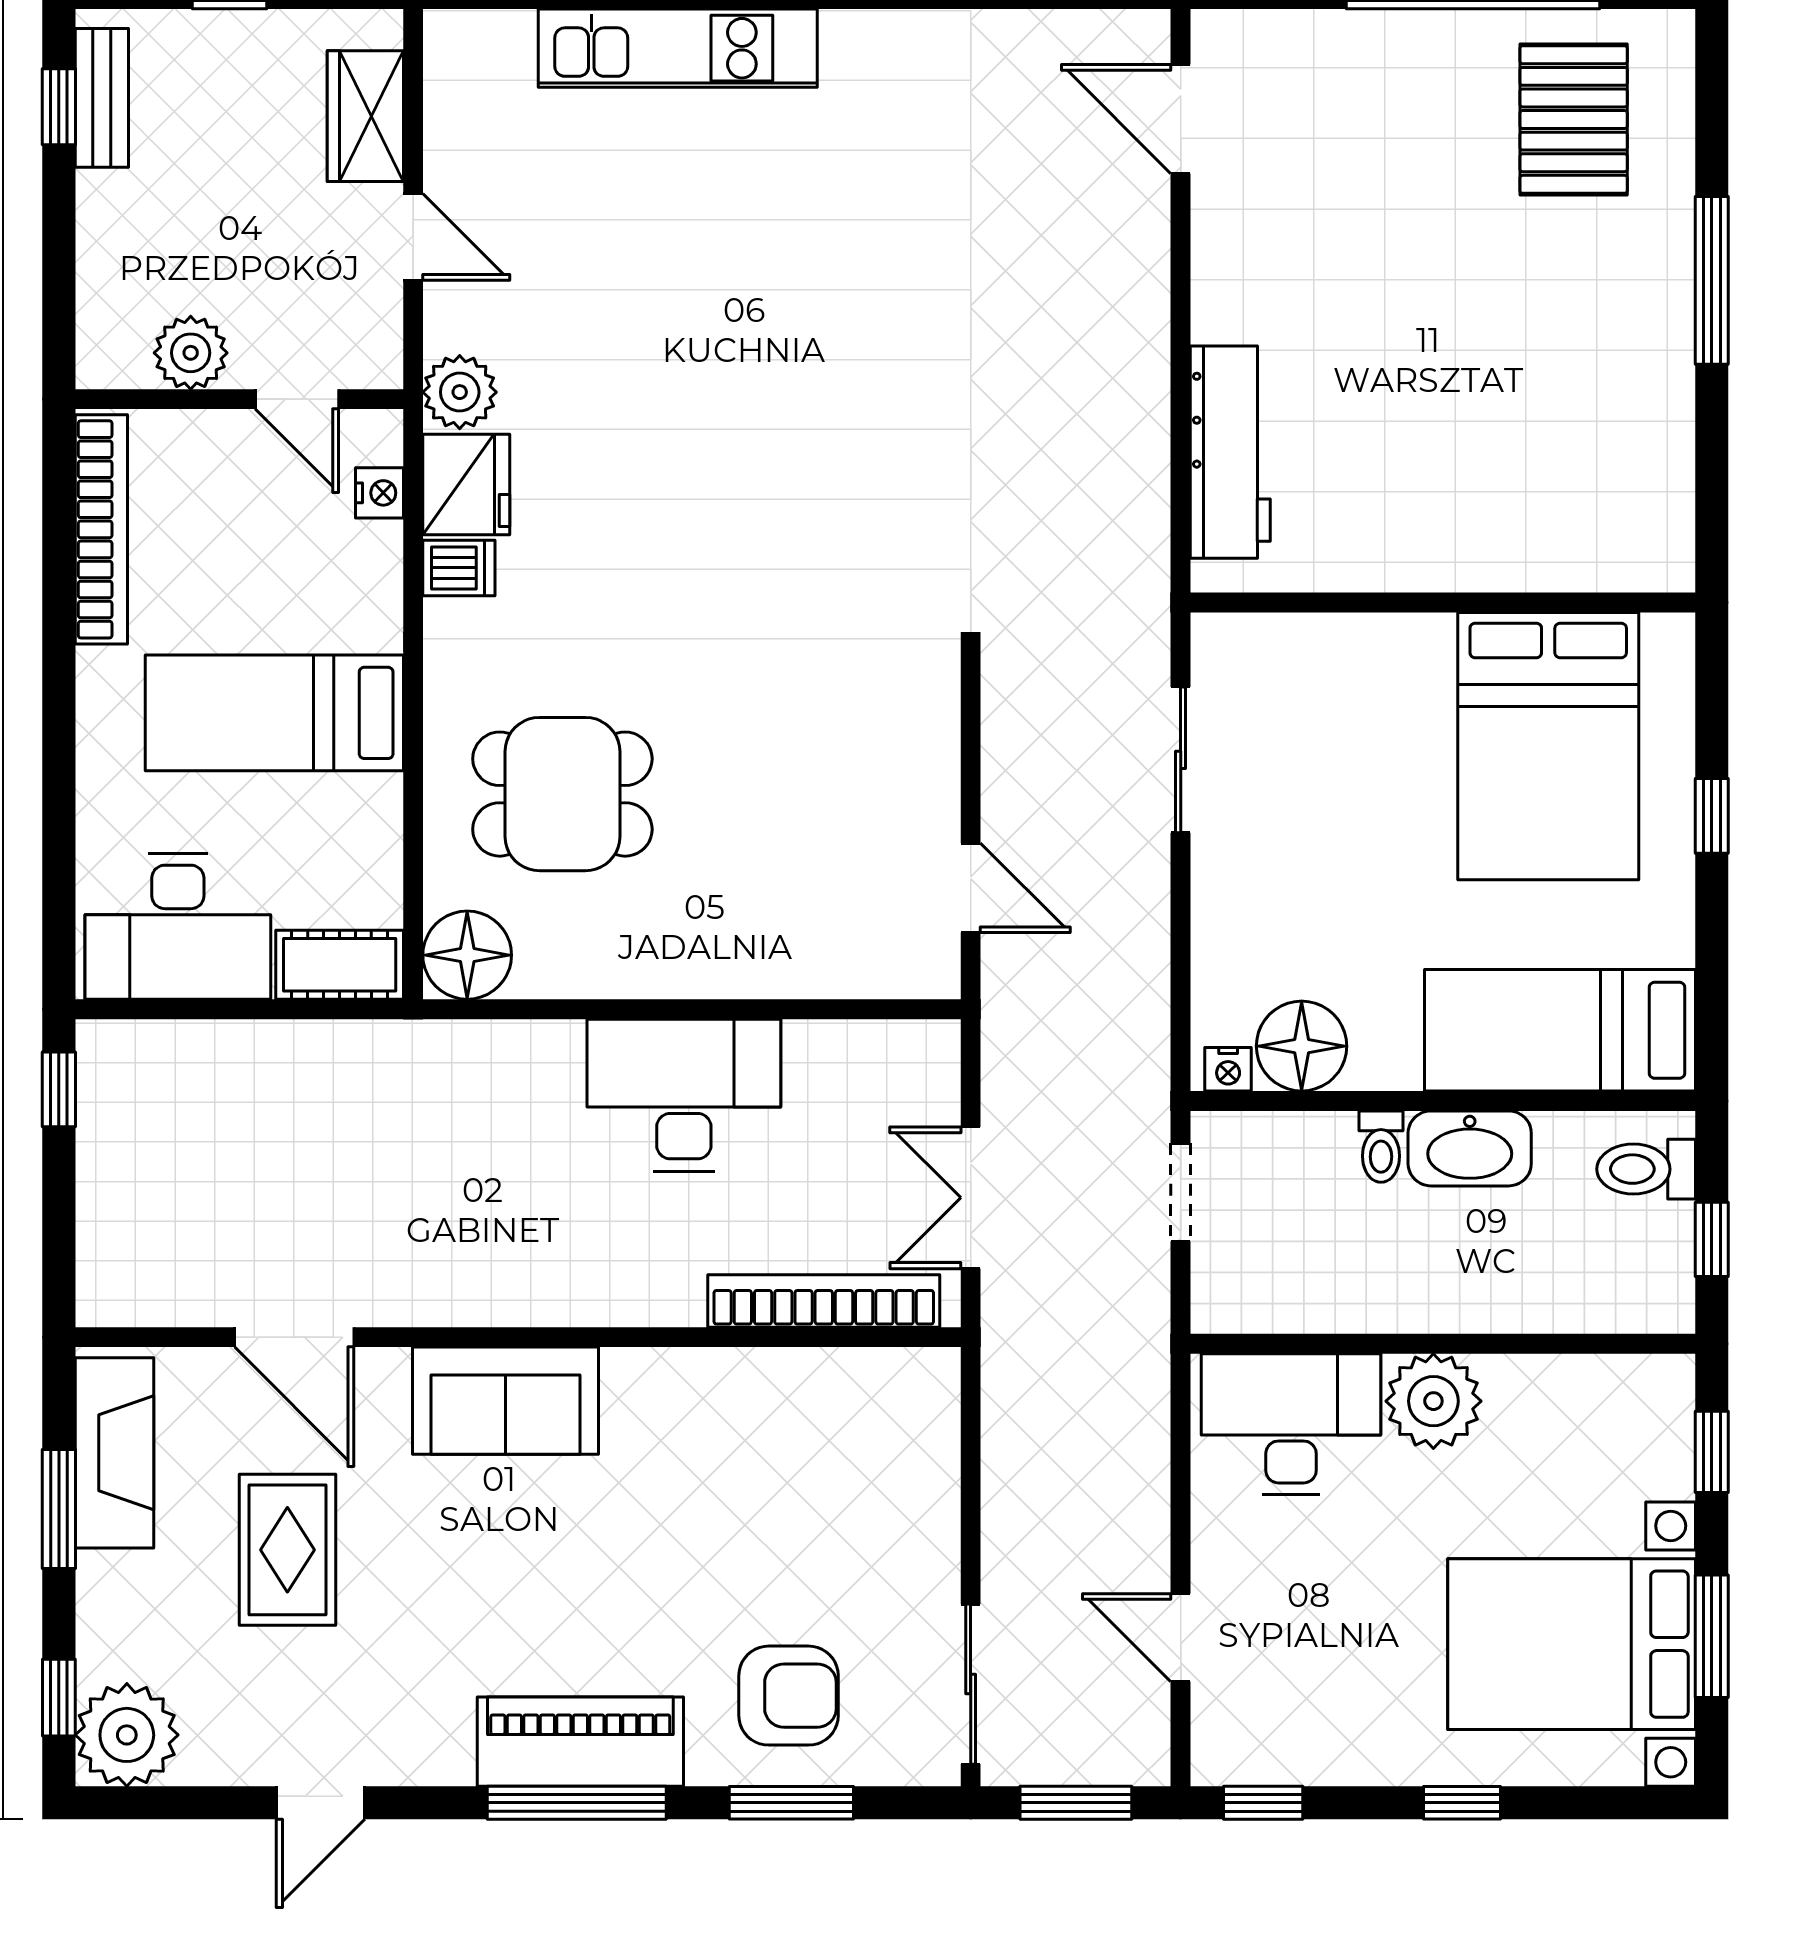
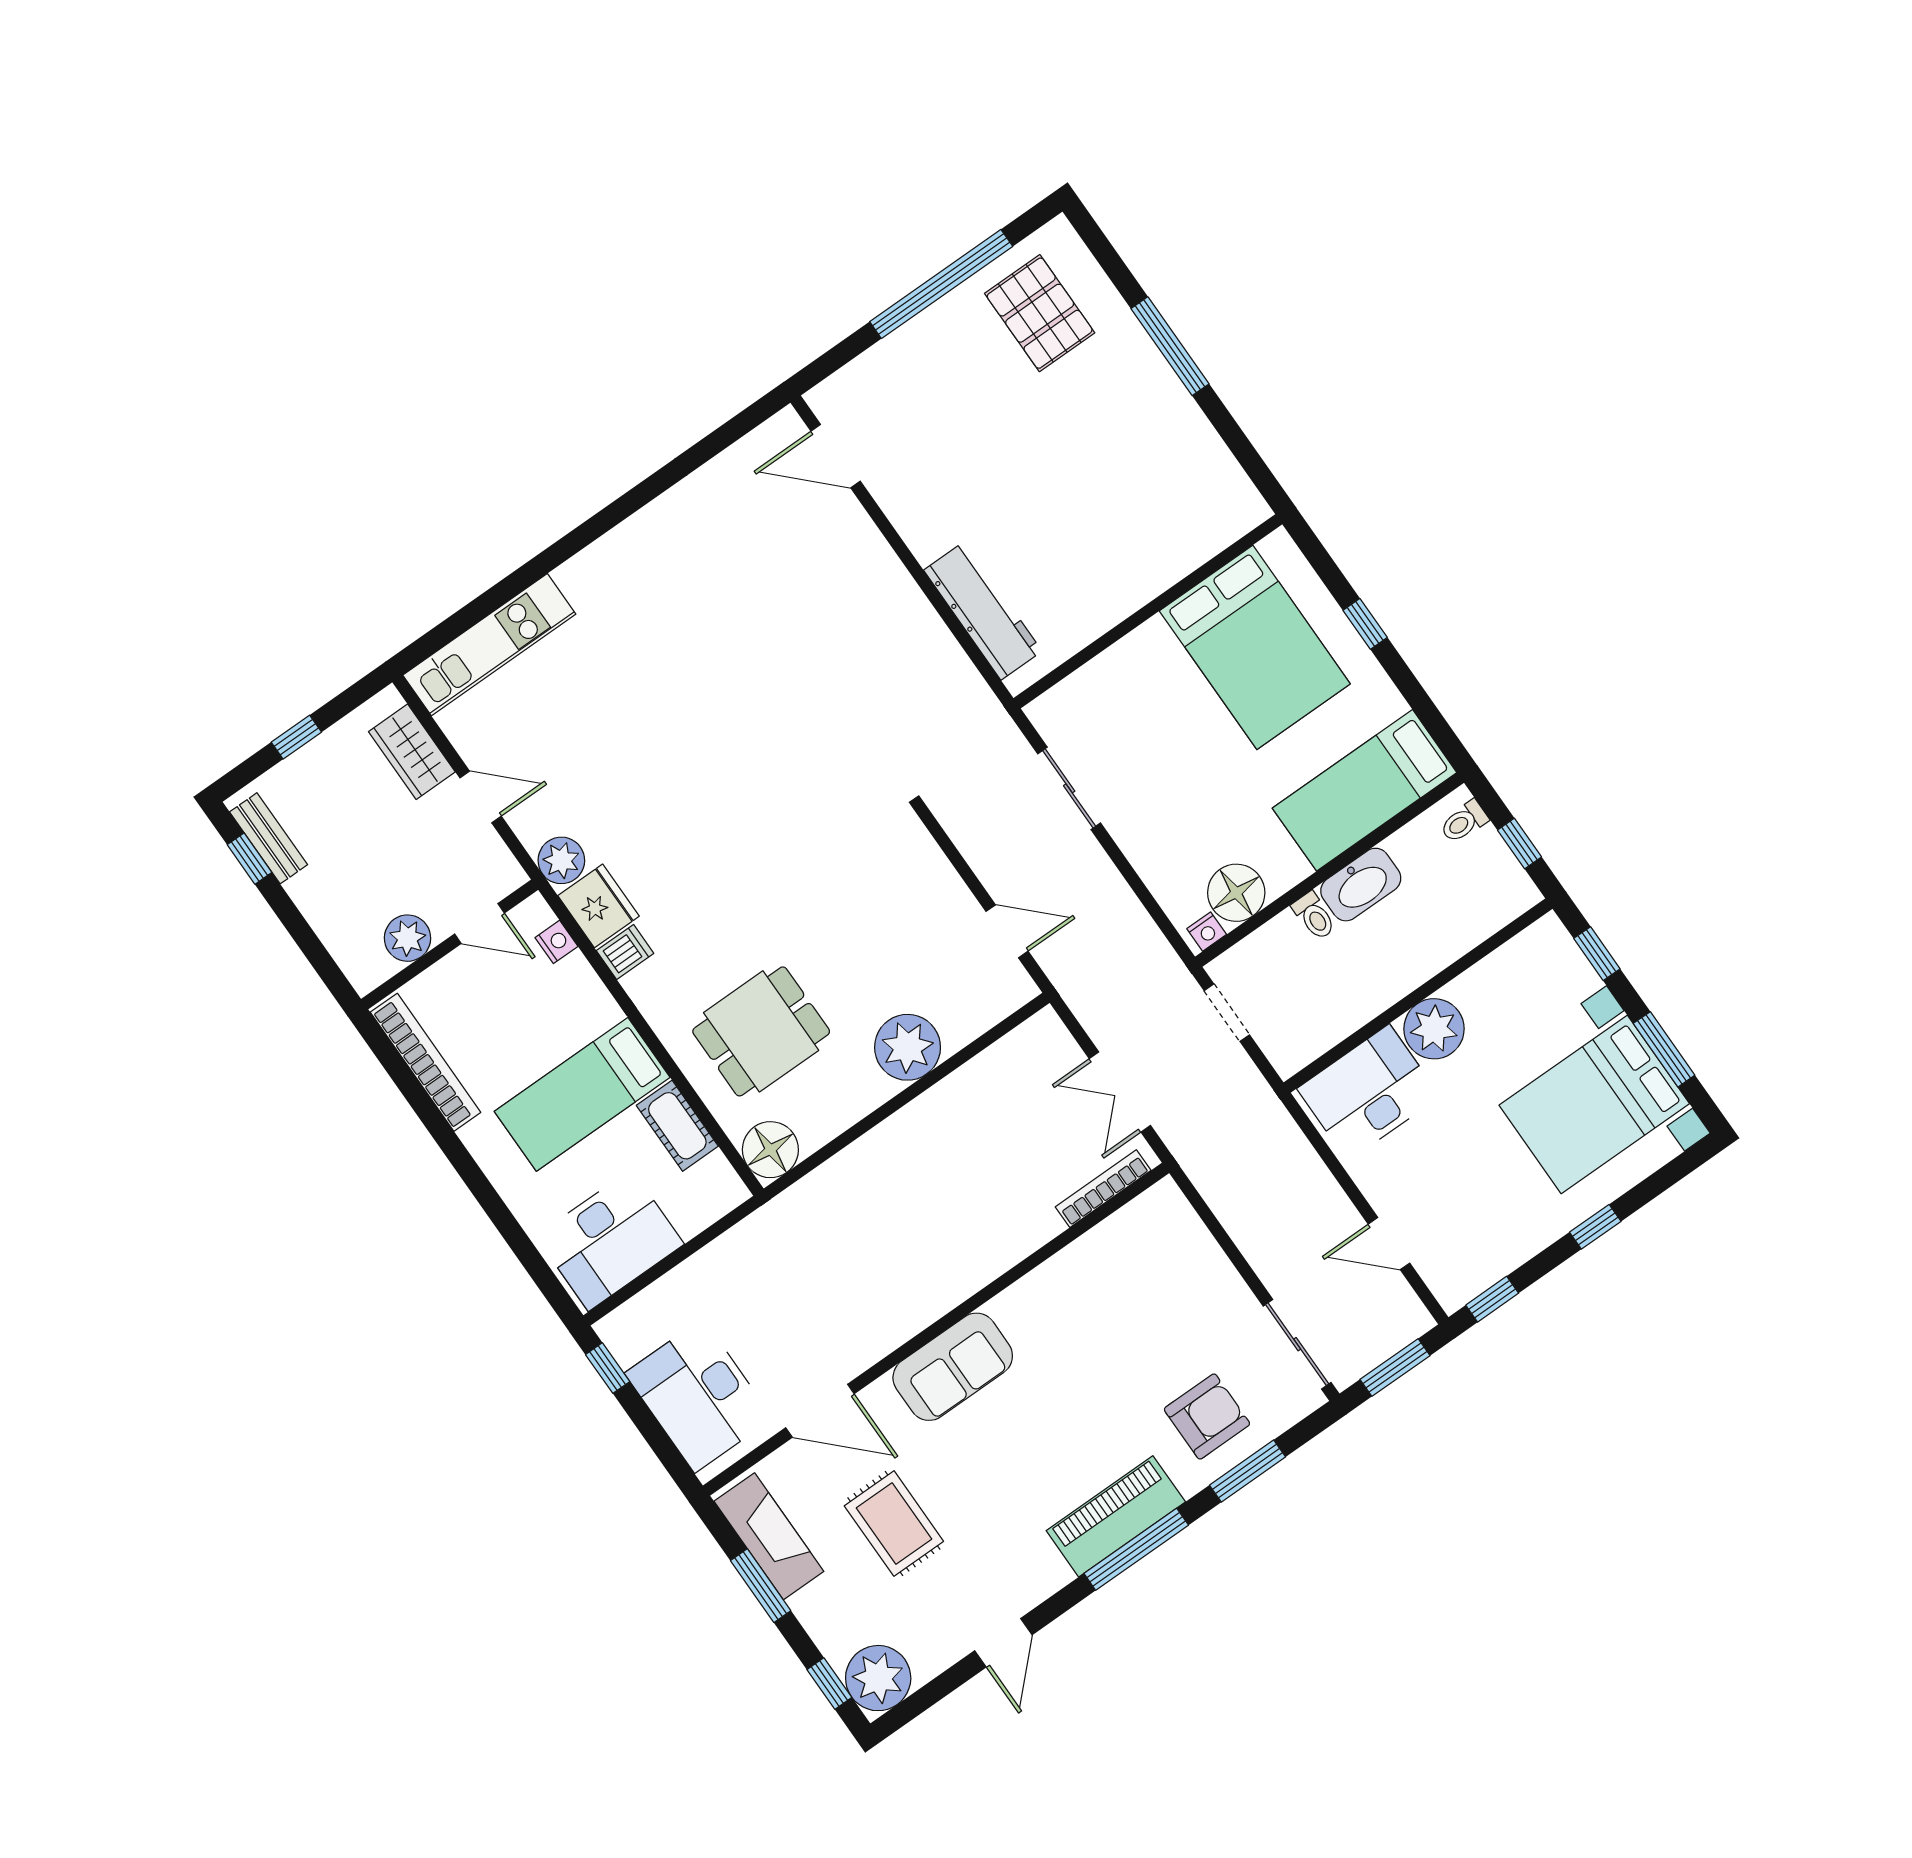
kitchen unit: (678, 48) -> (489, 645), moved
plant: (737, 947) -> (908, 1047), added
cot: (340, 965) -> (677, 1126), moved, turned 90
desk: (684, 1095) -> (699, 1396), moved, turned -90
toilet: (1646, 1169) -> (1464, 822), width x0.73, depth x0.72
bookcase: (824, 1301) -> (1103, 1189), width x0.68, depth x0.76

